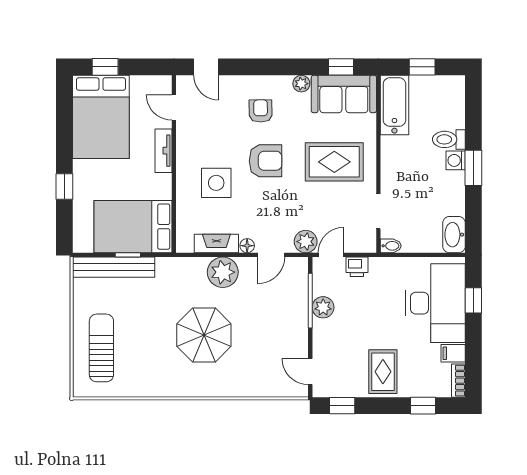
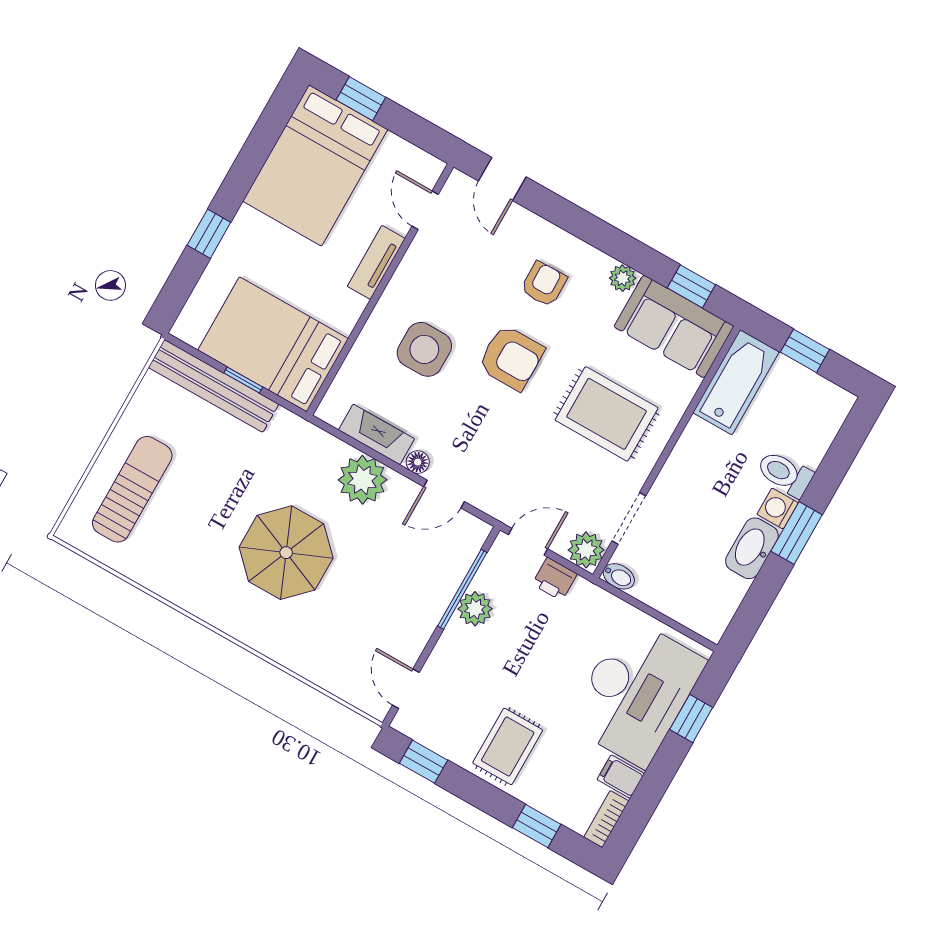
washbasin: (454, 235) -> (752, 548), moved
plant: (306, 242) -> (586, 550), moved

